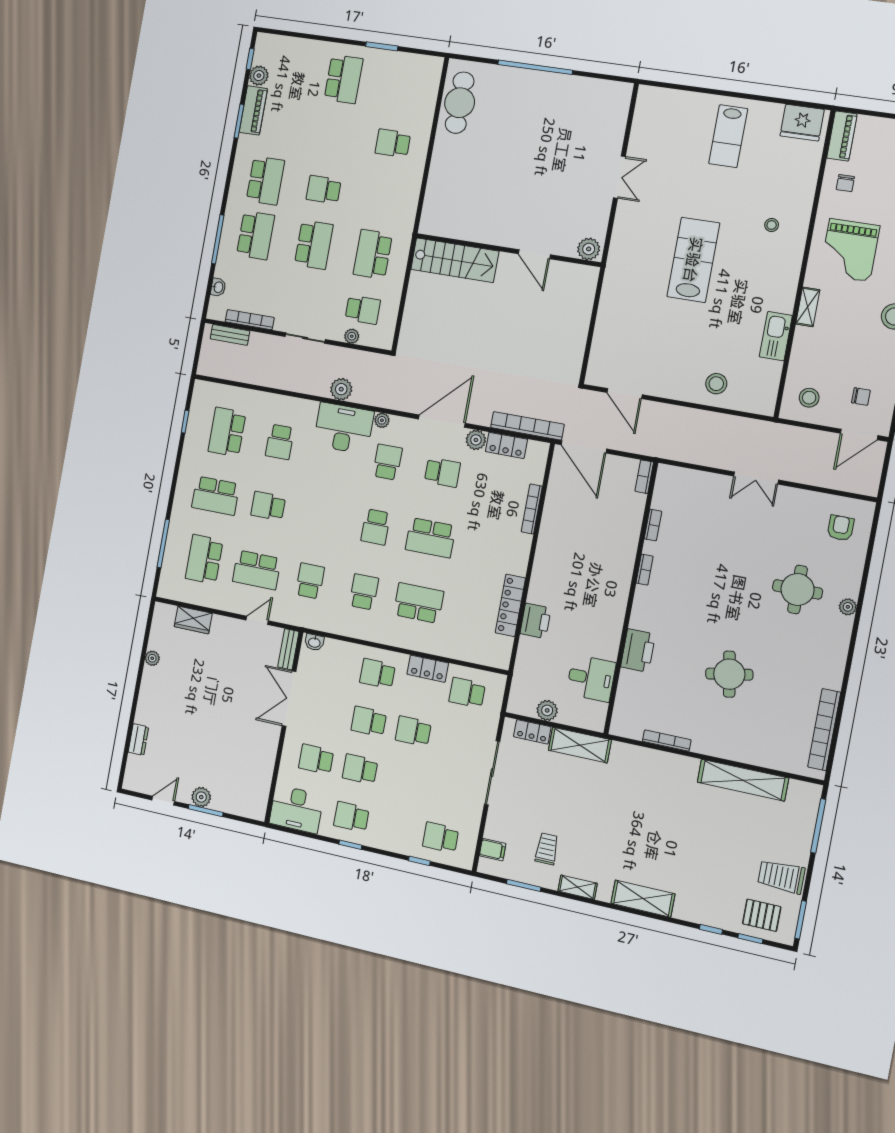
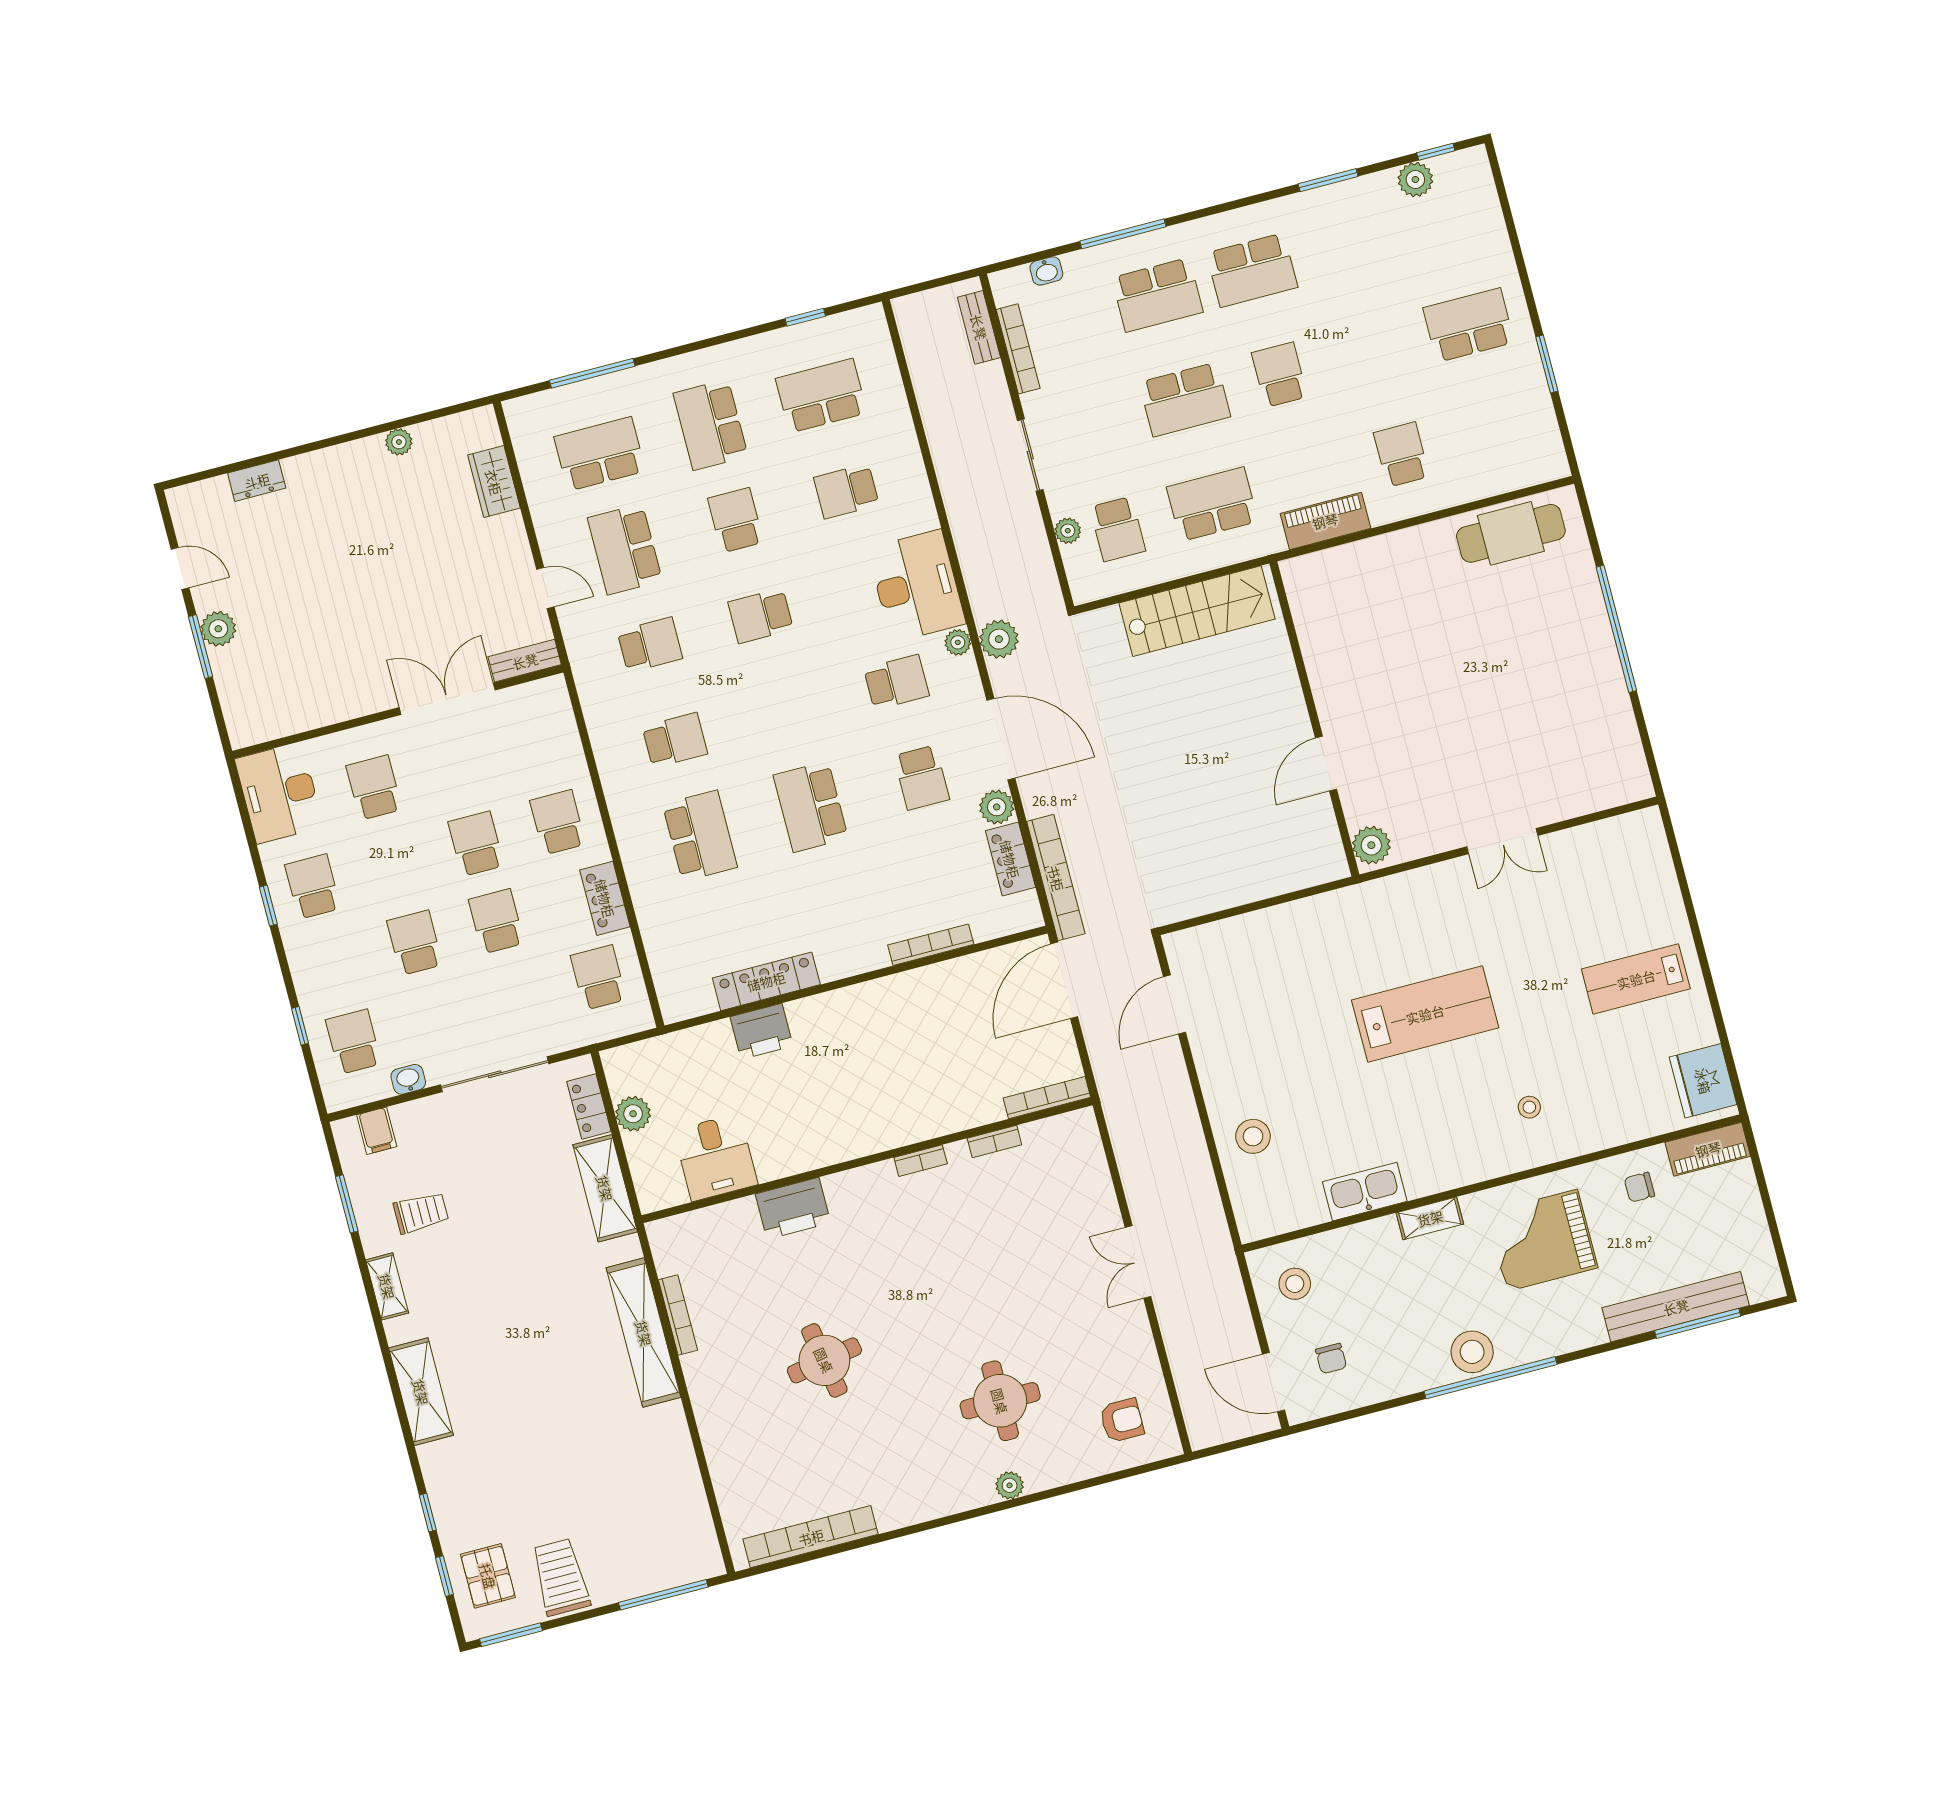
school desk: (344, 79) -> (1469, 325), turned 180
piano: (253, 110) -> (1325, 521), moved, turned 180
stairs: (455, 260) -> (1197, 611), moved, turned -90
plant: (341, 389) -> (999, 639), moved
bookcase: (644, 477) -> (1047, 1098), width x1.56
school desk: (376, 527) -> (761, 616), moved
washbasin: (314, 642) -> (408, 1079), moved, turned 90
school desk: (360, 769) -> (415, 943), moved
shelving: (743, 780) -> (644, 1333), moved

